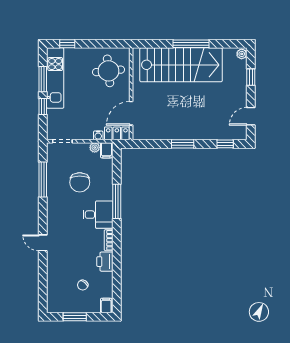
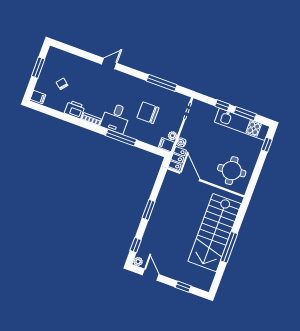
plant: (242, 54) -> (138, 262), moved

